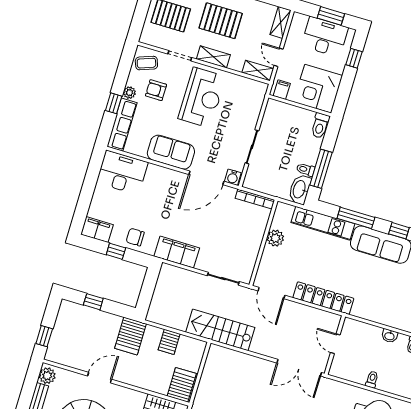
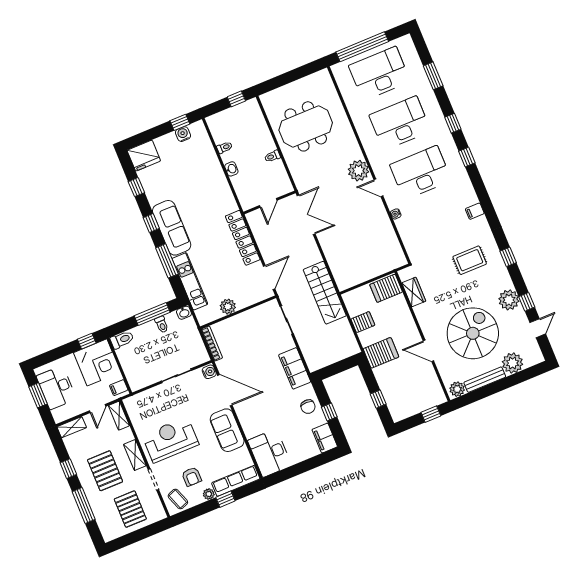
window: (354, 58) -> (87, 341), moved
washbasin: (300, 189) -> (184, 313), width x0.52, depth x0.69

